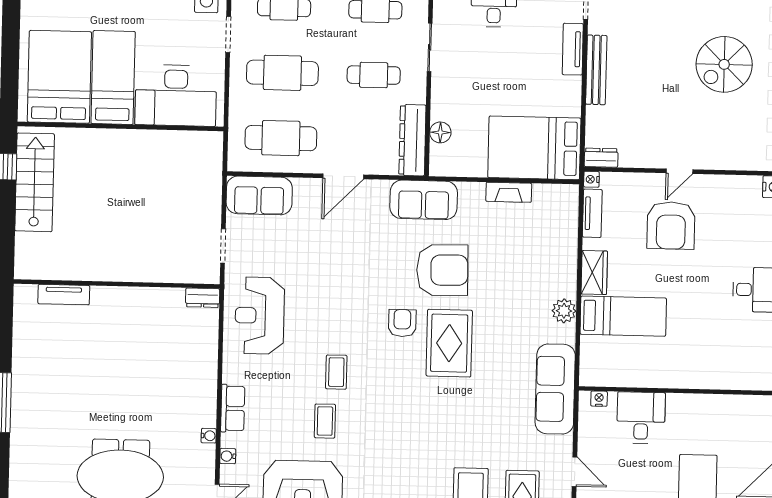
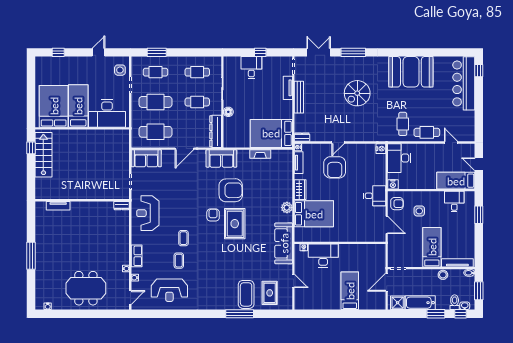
floor lamp: (440, 132) -> (228, 112), moved
bed: (623, 316) -> (314, 214), width x1.50
desk: (641, 418) -> (323, 256), width x1.37

